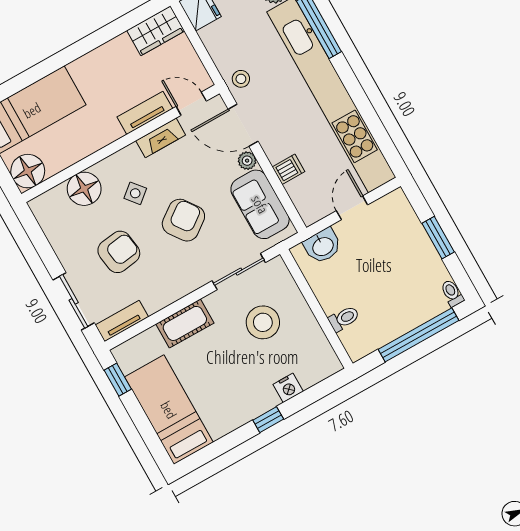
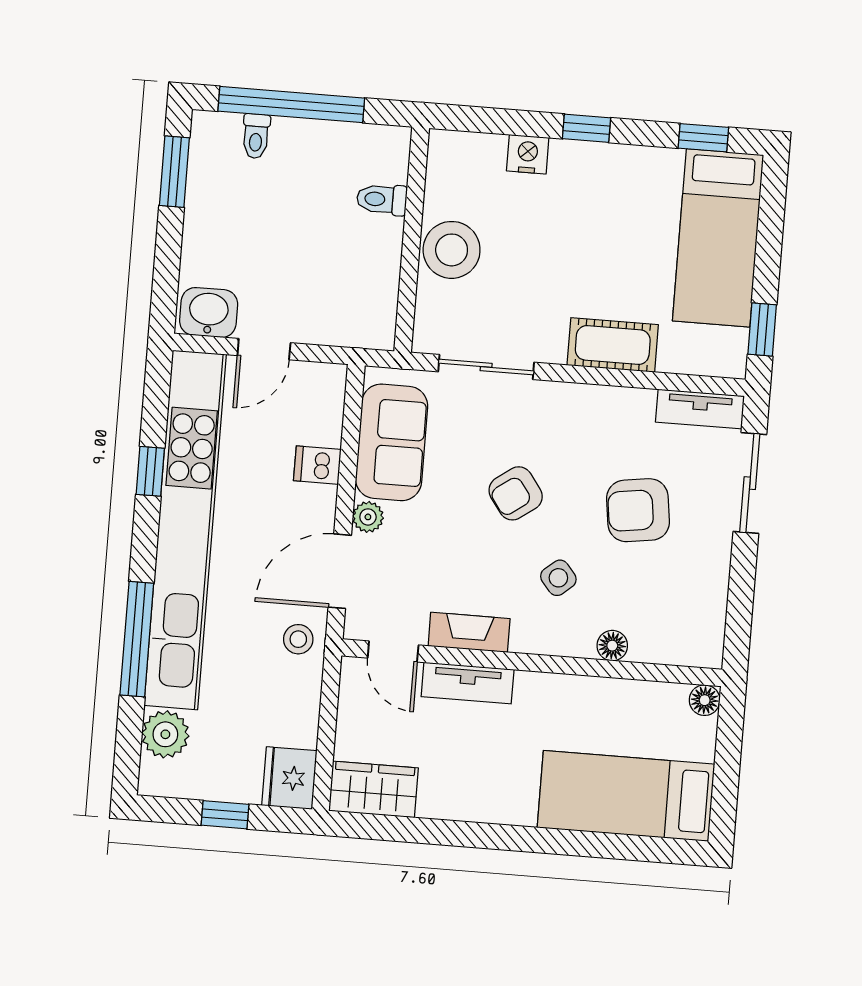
window: (367, 112) -> (150, 471), added
door: (243, 125) -> (340, 571), swing flipped
floor lamp: (28, 171) -> (705, 700), width x0.53, depth x0.53
floor lamp: (84, 189) -> (612, 646), width x0.53, depth x0.53
armchair: (183, 220) -> (516, 493), width x0.72, depth x0.72
window: (438, 238) -> (174, 172), moved
washbasin: (323, 246) -> (209, 312), moved
toilet: (452, 293) -> (256, 136), moved
stool: (263, 322) -> (452, 250), moved
window: (209, 453) -> (703, 138), added

